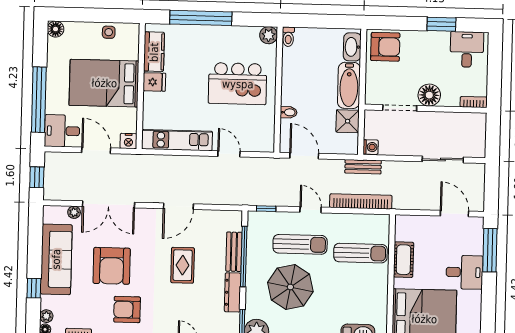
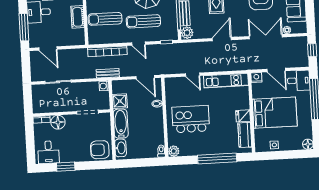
floor lamp: (429, 95) -> (58, 122), moved
plant: (232, 221) -> (187, 33), added

